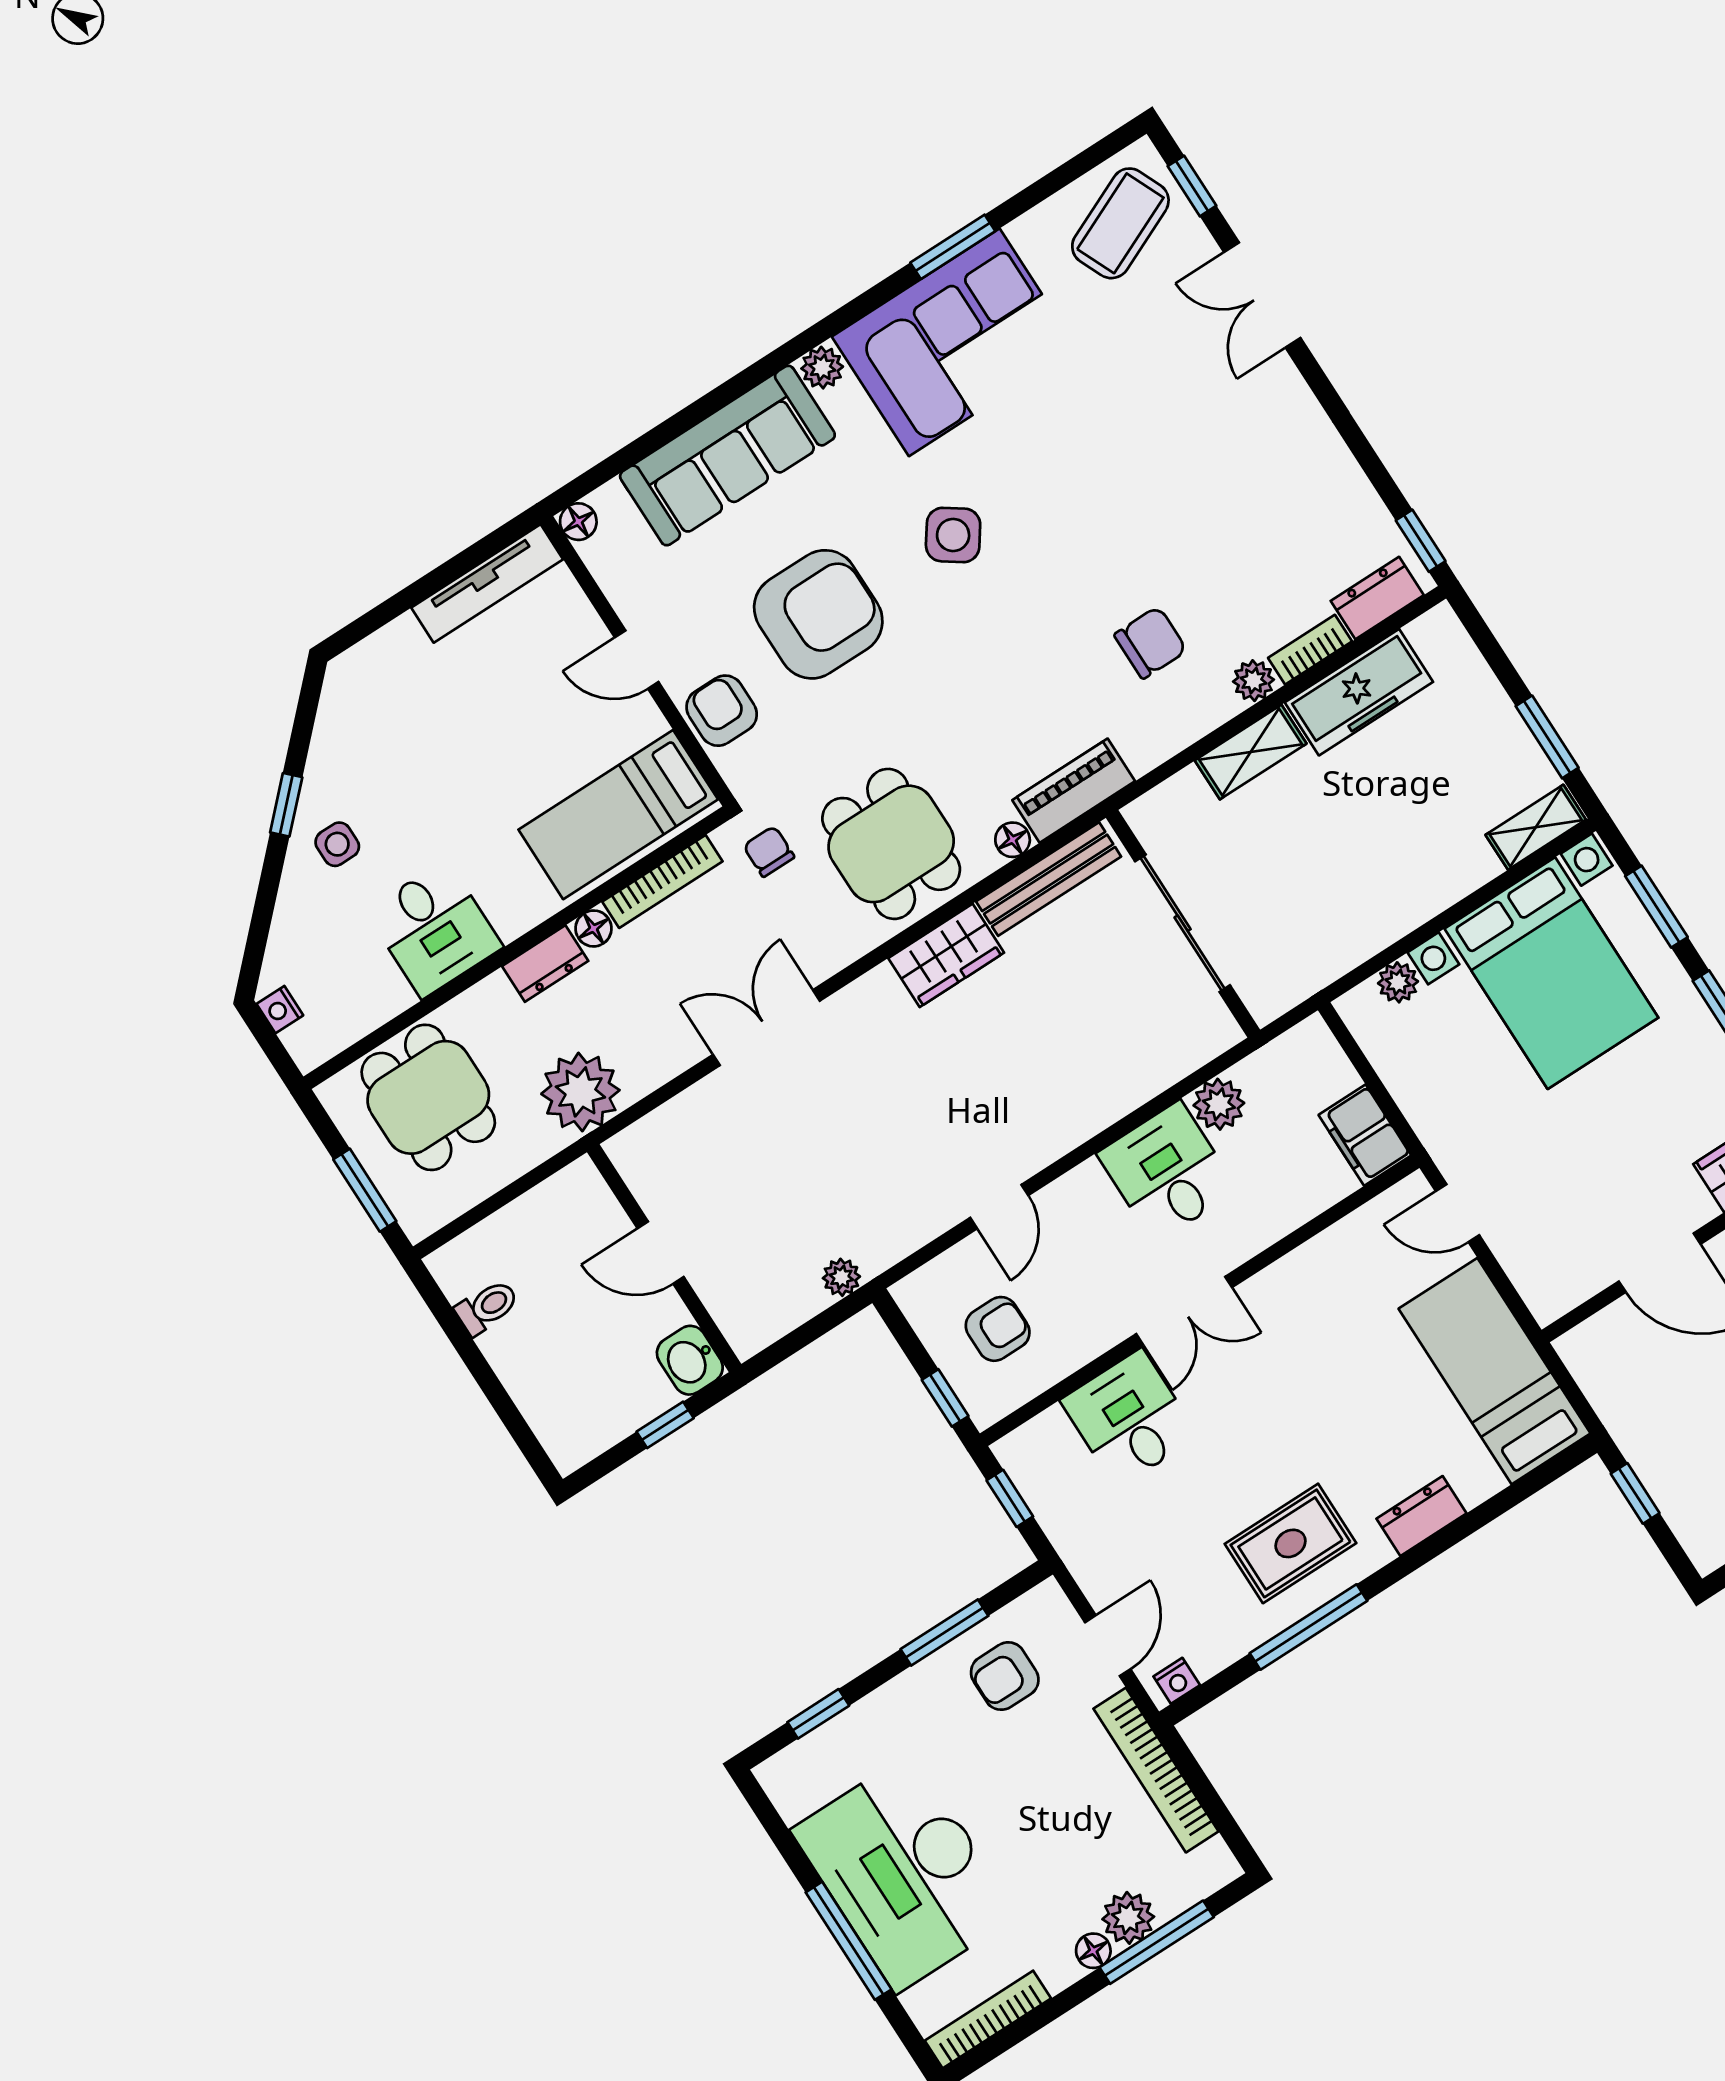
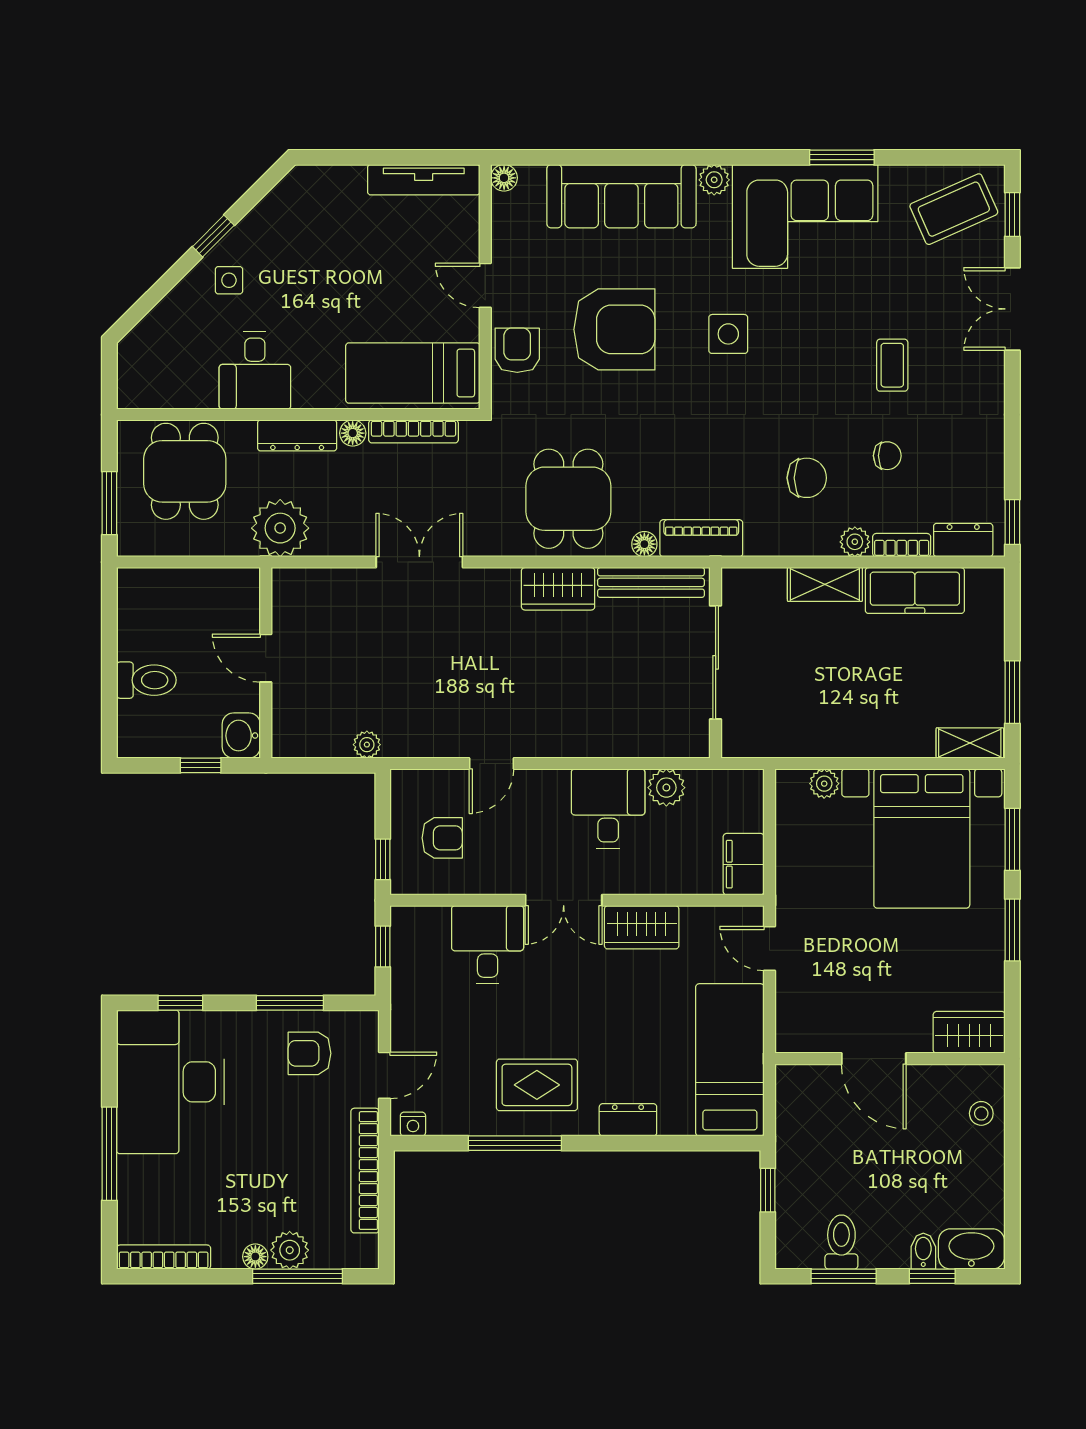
coffee table: (1165, 449) -> (892, 365), added
side table: (953, 535) -> (728, 334), turned -35
chair: (769, 851) -> (887, 456), moved, turned 90
dresser: (545, 964) -> (297, 435), width x1.44
nightstand: (280, 1010) -> (129, 359), removed
wardrobe: (1294, 1284) -> (642, 927), added
toilet: (487, 1307) -> (146, 680), moved, width x1.37, depth x1.39
desk: (904, 1873) -> (170, 1082), moved

